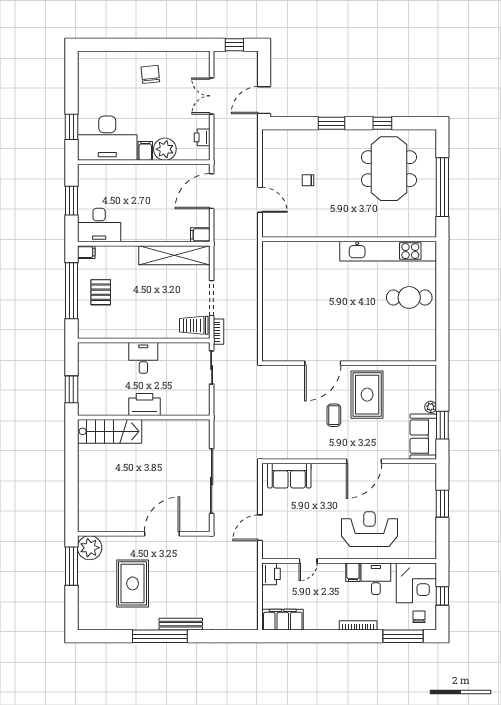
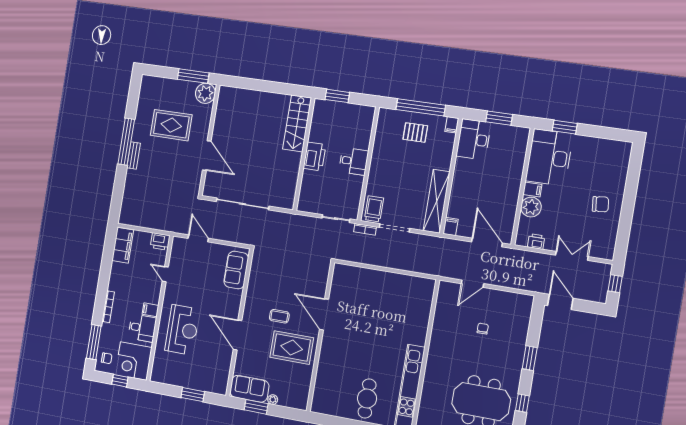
bench: (181, 624) -> (134, 155), width x0.73

